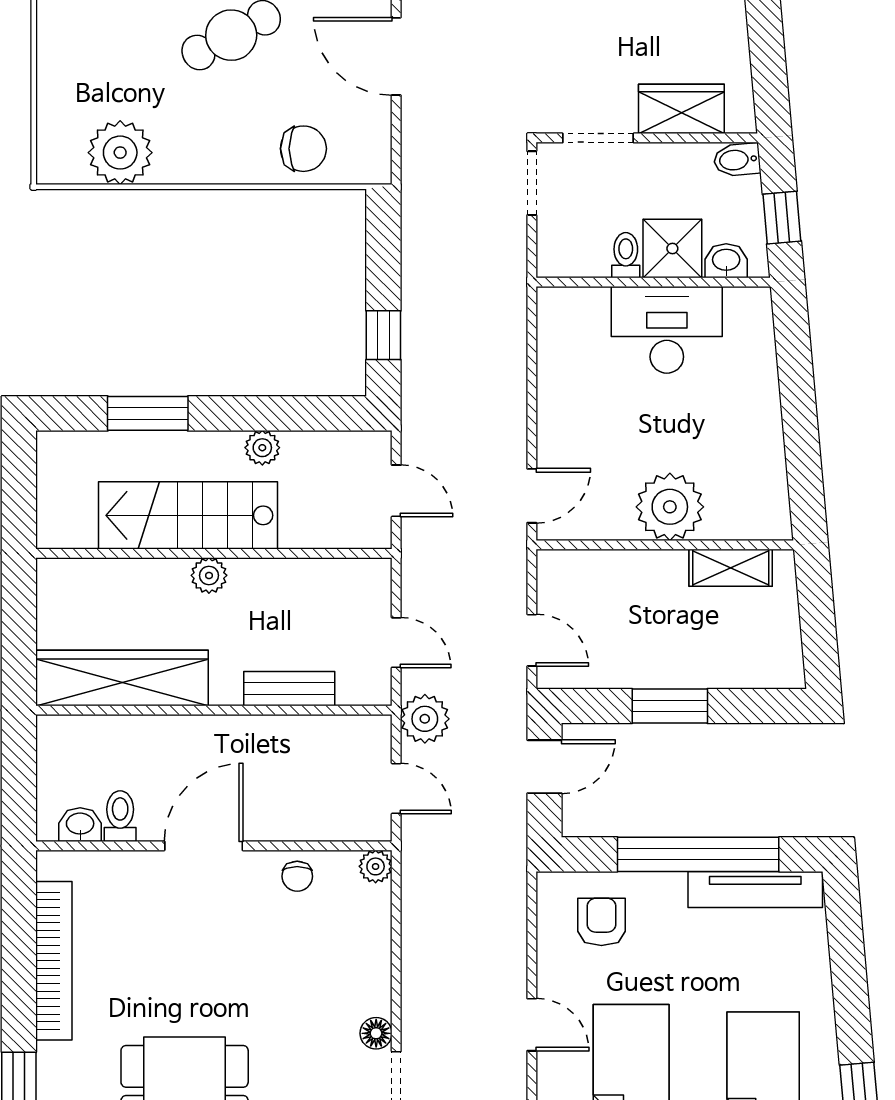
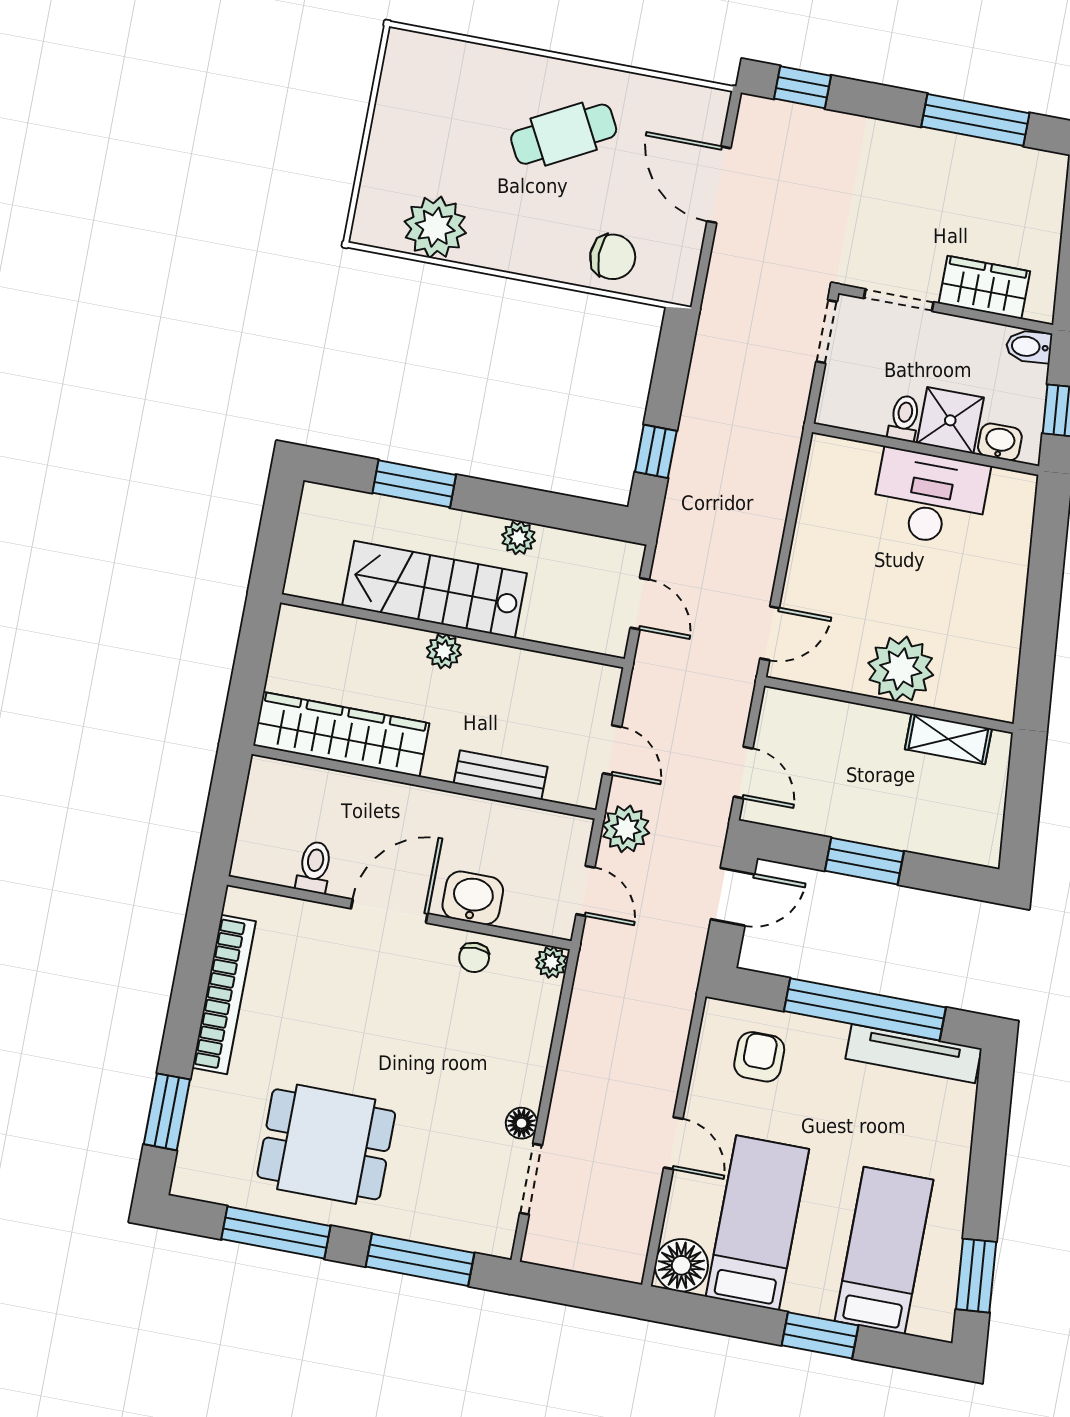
washbasin: (80, 825) -> (473, 898), moved, width x1.38, depth x1.45

